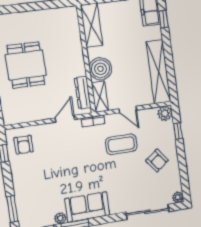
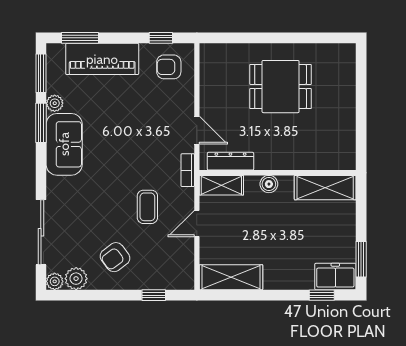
boiler: (100, 69) -> (269, 184), width x0.54, depth x0.54
shelving: (159, 72) -> (231, 277), width x0.68
plant: (165, 113) -> (76, 279), moved
coffee table: (121, 144) -> (147, 207), width x0.73, depth x0.77
piano: (25, 191) -> (102, 59), added

